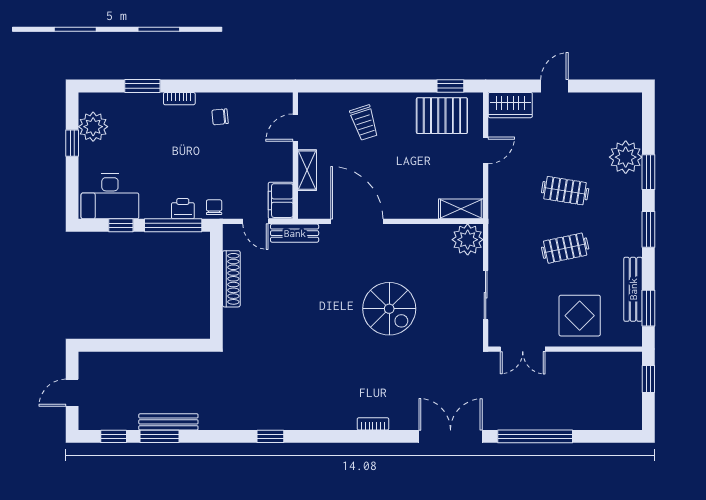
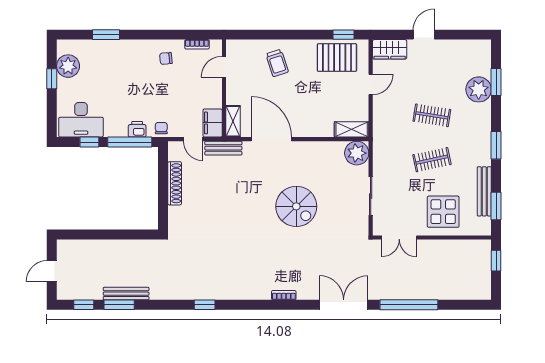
bookcase: (179, 99) -> (197, 44), moved
shelving: (307, 170) -> (233, 121), moved
window: (648, 172) -> (496, 82), moved

